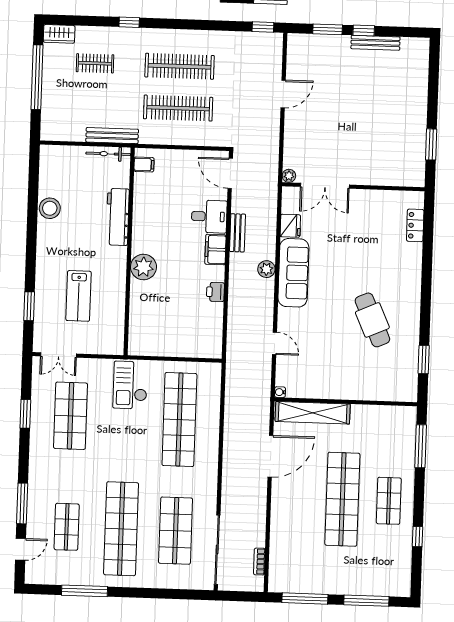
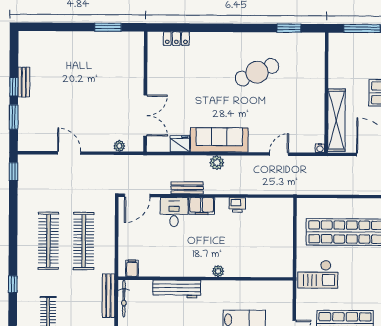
bench: (375, 43) -> (24, 82), width x0.73
plant: (289, 176) -> (119, 146), moved
plant: (143, 267) -> (218, 271), width x0.53, depth x0.53

